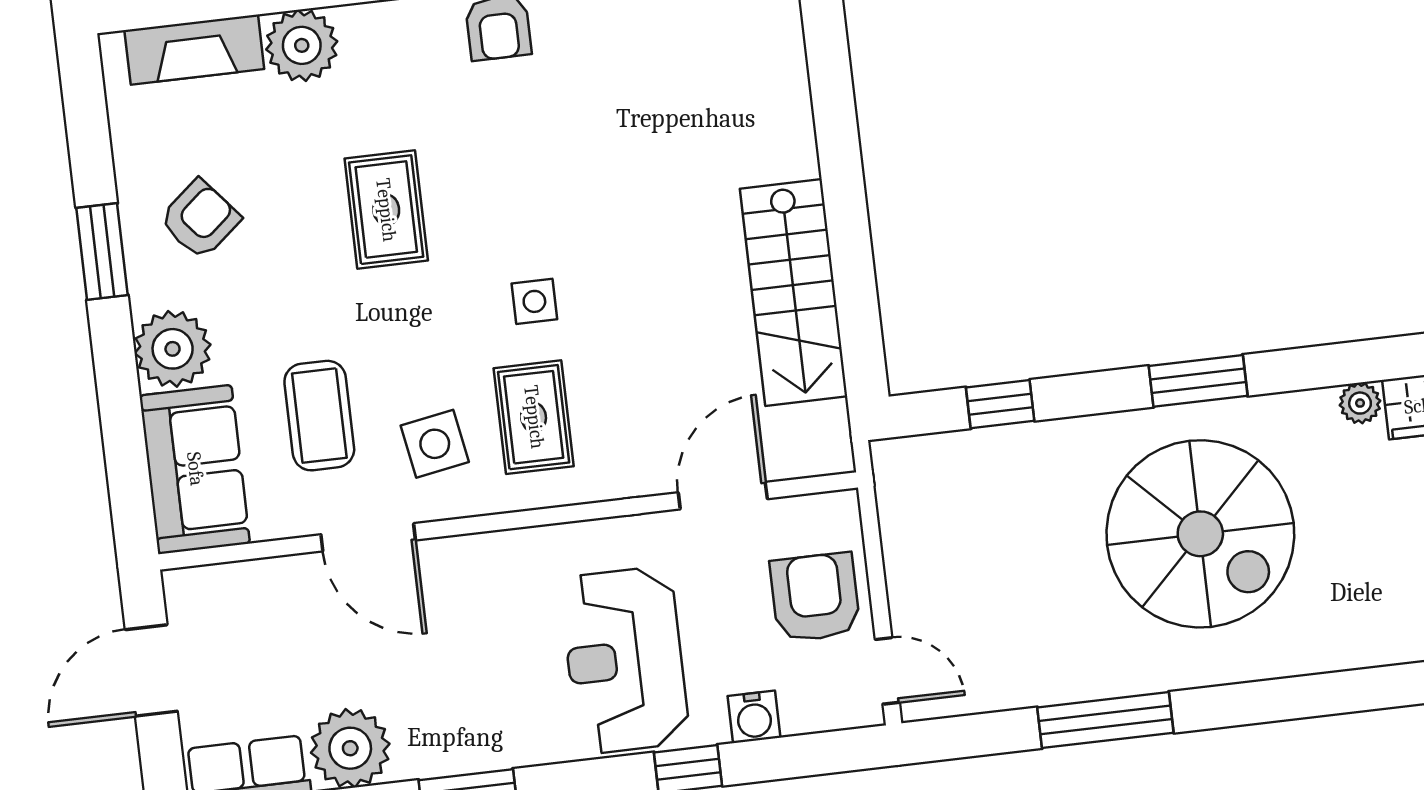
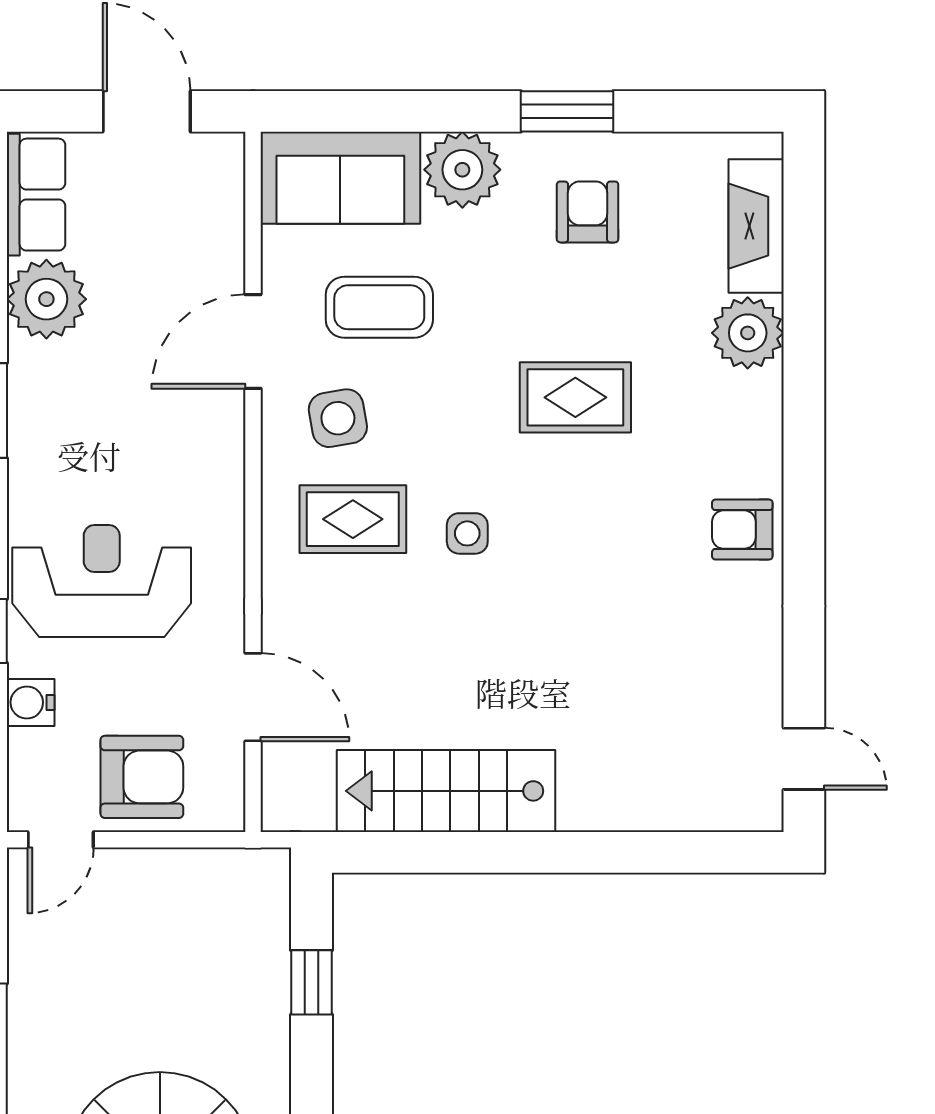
armchair: (200, 219) -> (588, 212), turned -140

